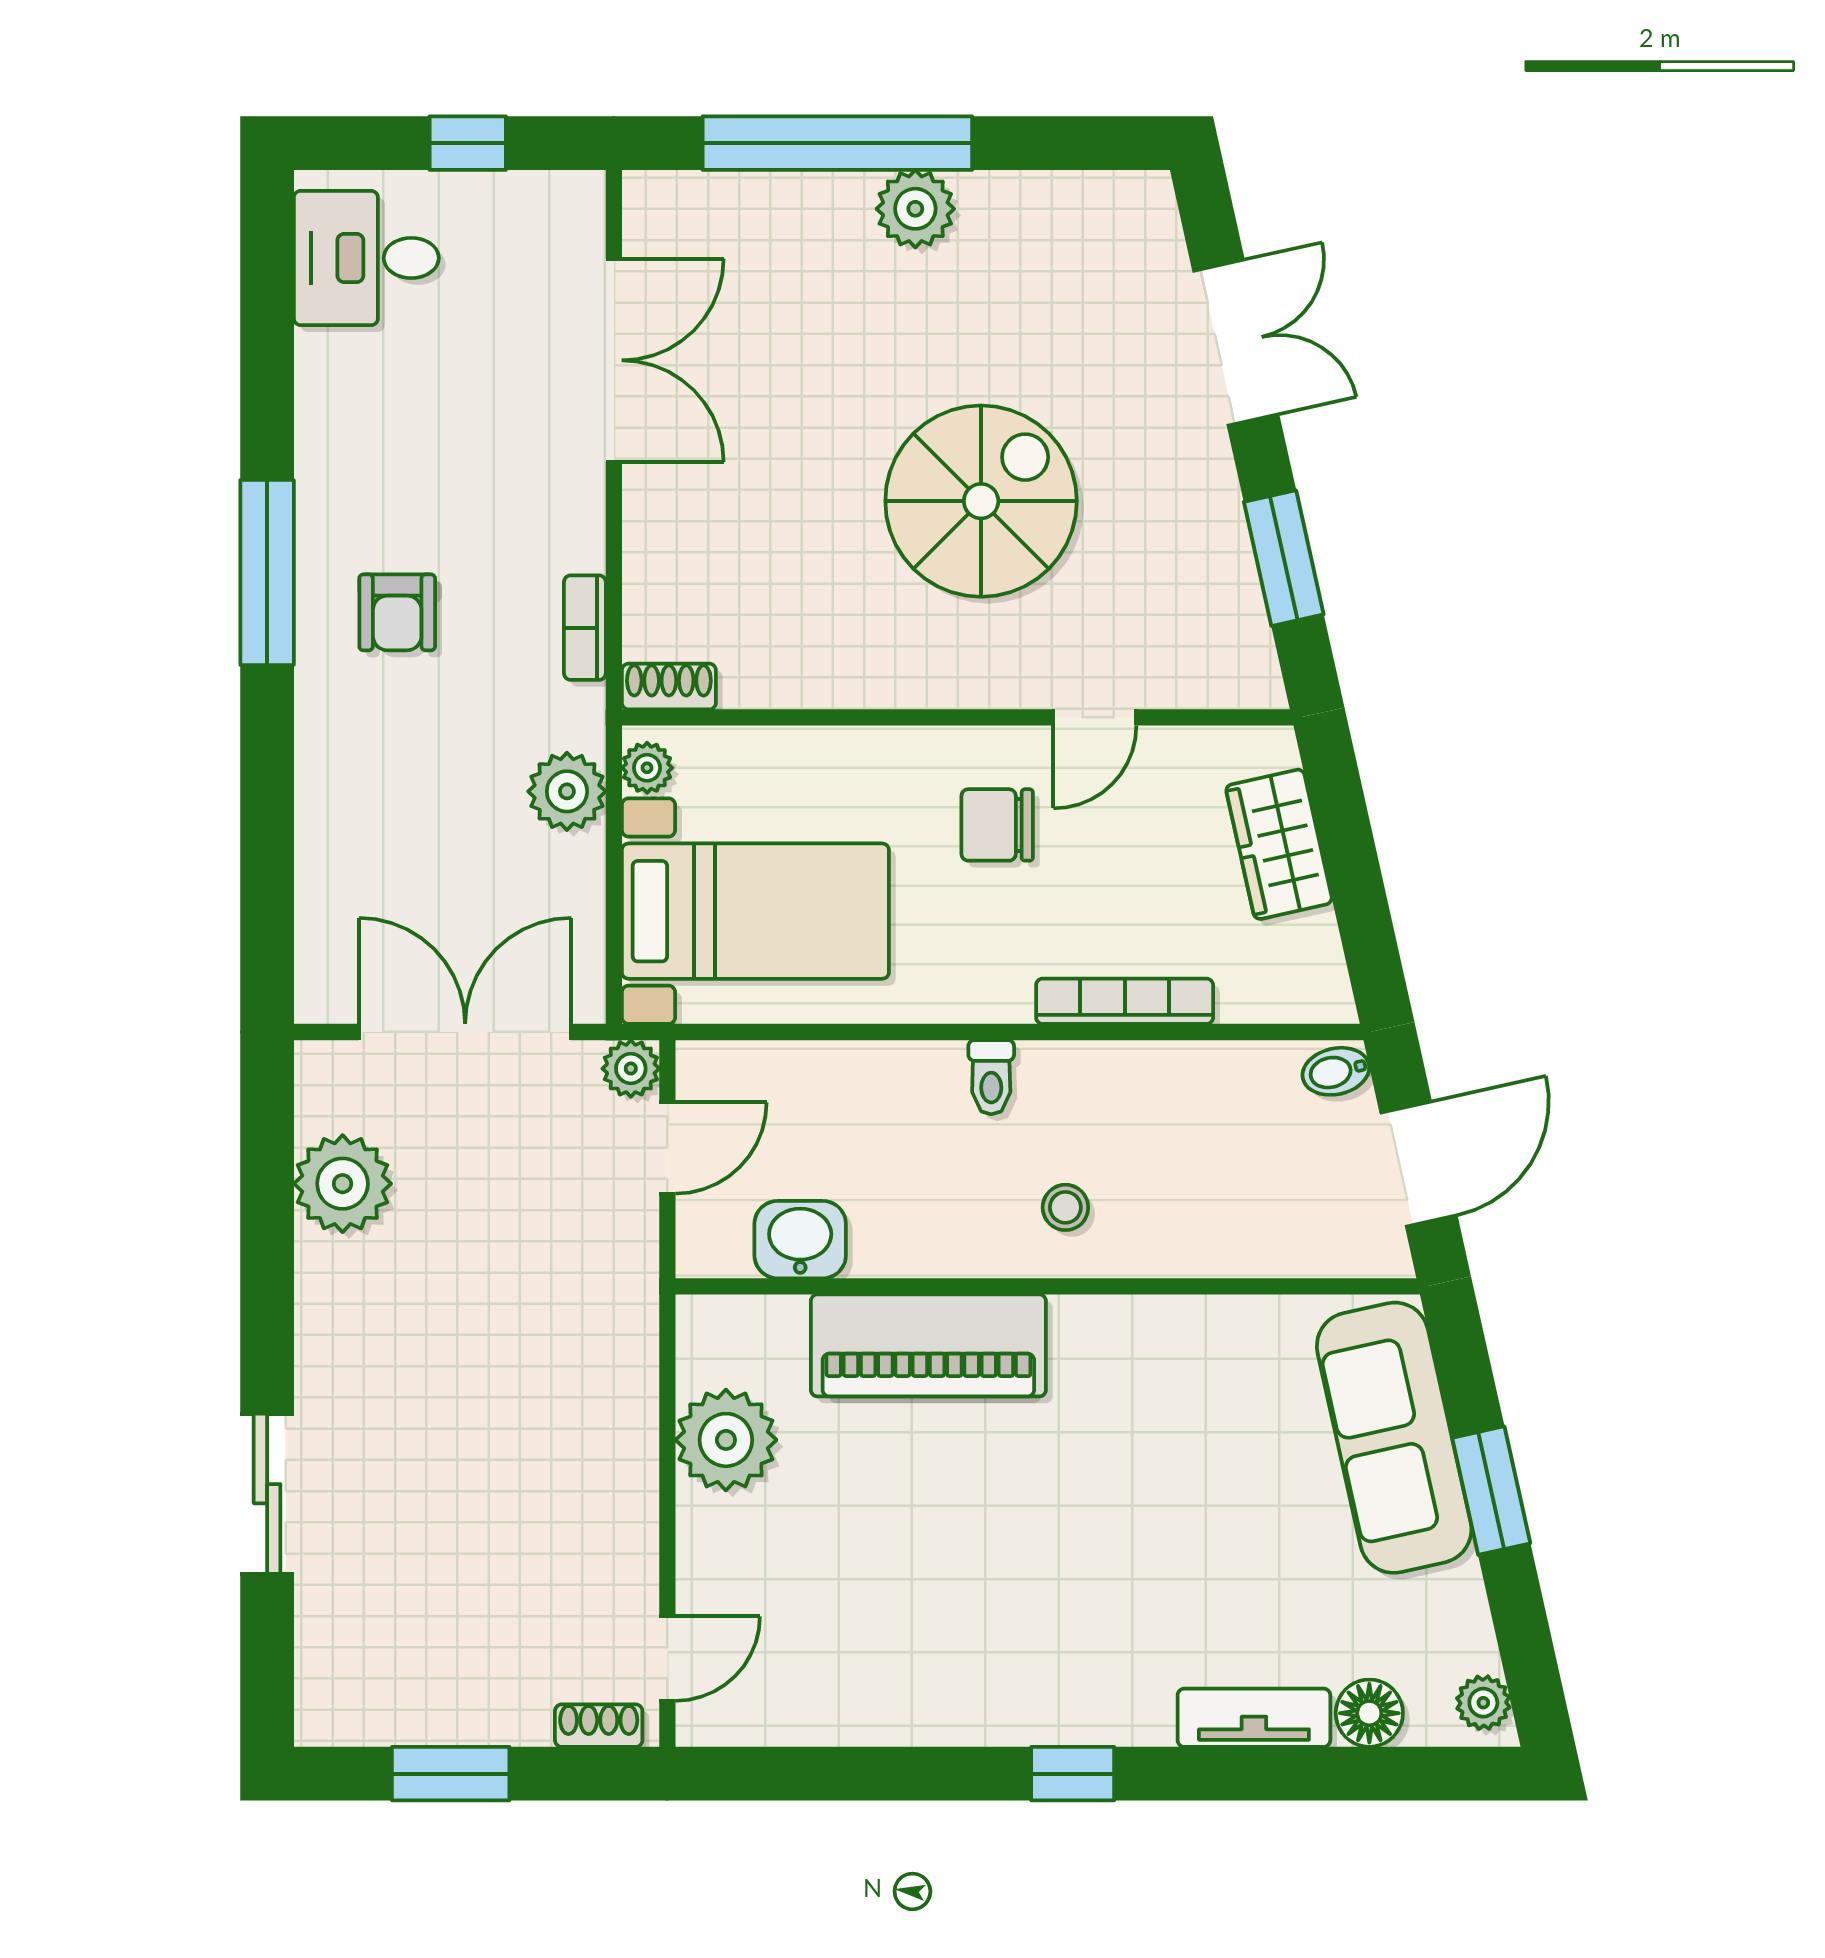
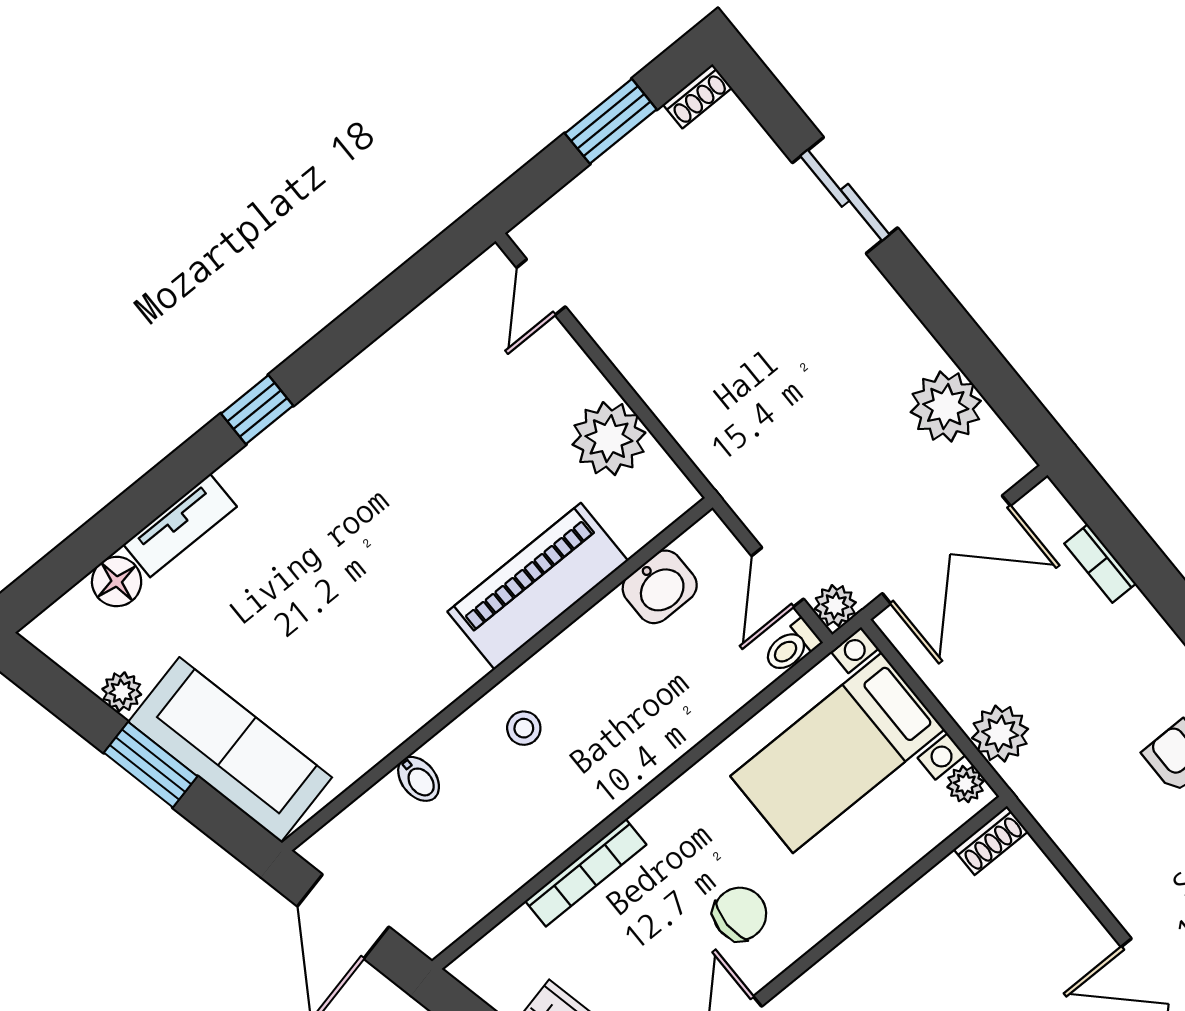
bookcase: (585, 628) -> (1100, 564), moved, turned 180
bidet: (1336, 1071) -> (419, 779), moved, turned 103
toilet: (991, 1077) -> (791, 647), moved, turned -90
plant: (1483, 1703) -> (122, 692), moved
shoe rack: (599, 1726) -> (697, 96), moved

